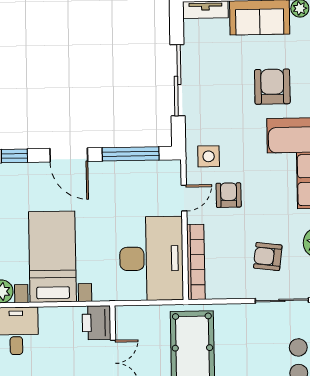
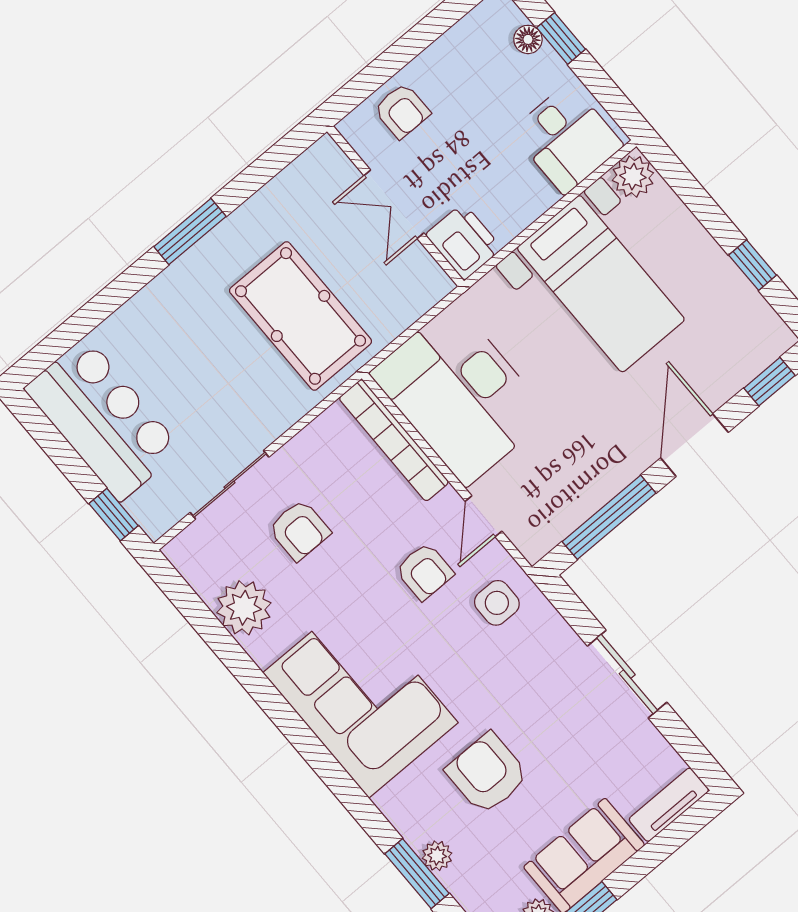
sliding door: (178, 80) -> (627, 674), width x0.73
armchair: (272, 87) -> (487, 773), turned 180
door: (69, 155) -> (694, 445), hinge flipped
armchair: (268, 257) -> (299, 530), turned 83

